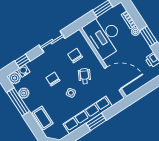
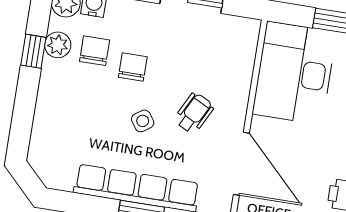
chair: (75, 56) -> (95, 51), moved
window: (18, 102) -> (33, 51), width x0.46
coffee table: (43, 118) -> (51, 120), removed

